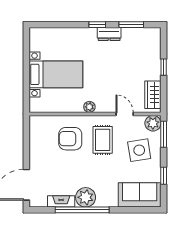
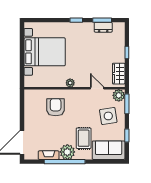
dresser: (109, 34) -> (103, 27), moved
bed with nightstands: (56, 74) -> (45, 52), width x1.36
armchair: (70, 139) -> (56, 107), turned 90
rug: (103, 140) -> (84, 138), moved

